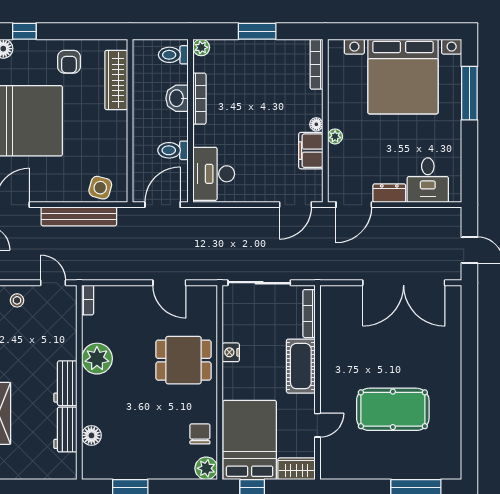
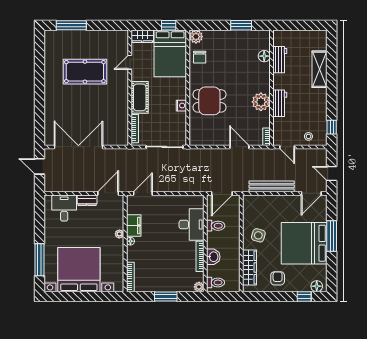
desk: (214, 174) -> (191, 224), moved
side table: (100, 188) -> (258, 235), moved
door: (169, 283) -> (239, 147), moved
workbench: (65, 383) -> (280, 103), moved

